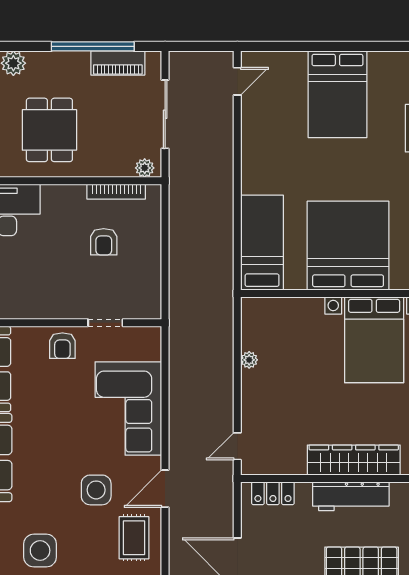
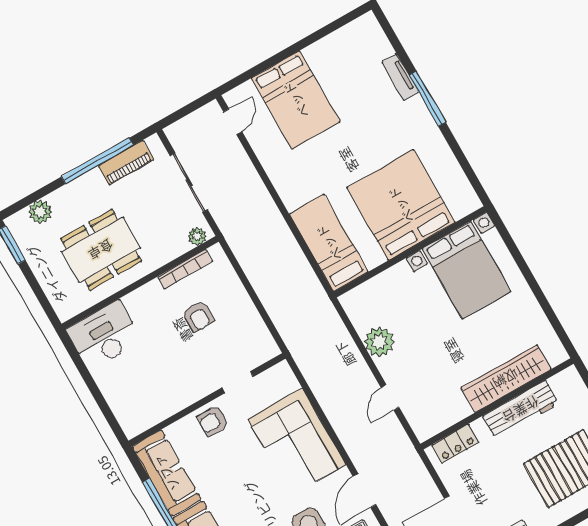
bed: (337, 94) -> (296, 100), moved
dining table: (49, 130) -> (101, 250), width x1.38
armchair: (62, 346) -> (213, 421), turned 90
plant: (249, 360) -> (379, 342), width x1.87, depth x1.87
door: (237, 446) -> (390, 397), moved

